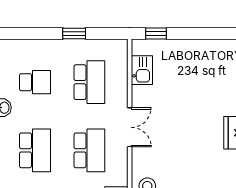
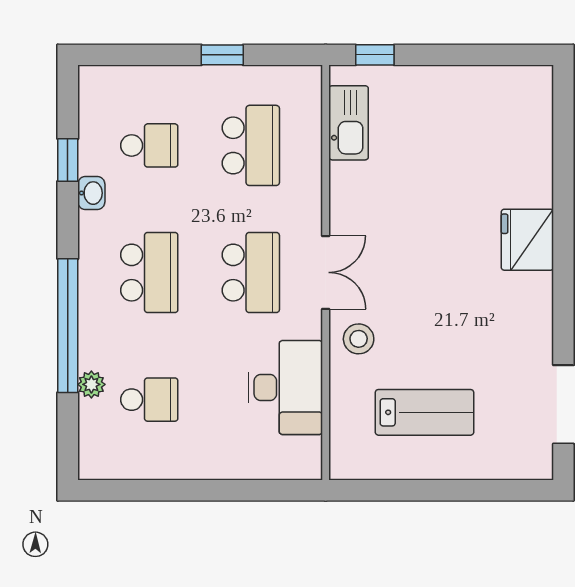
kitchen sink: (142, 70) -> (349, 123), width x1.38
double door: (130, 127) -> (326, 272), moved

